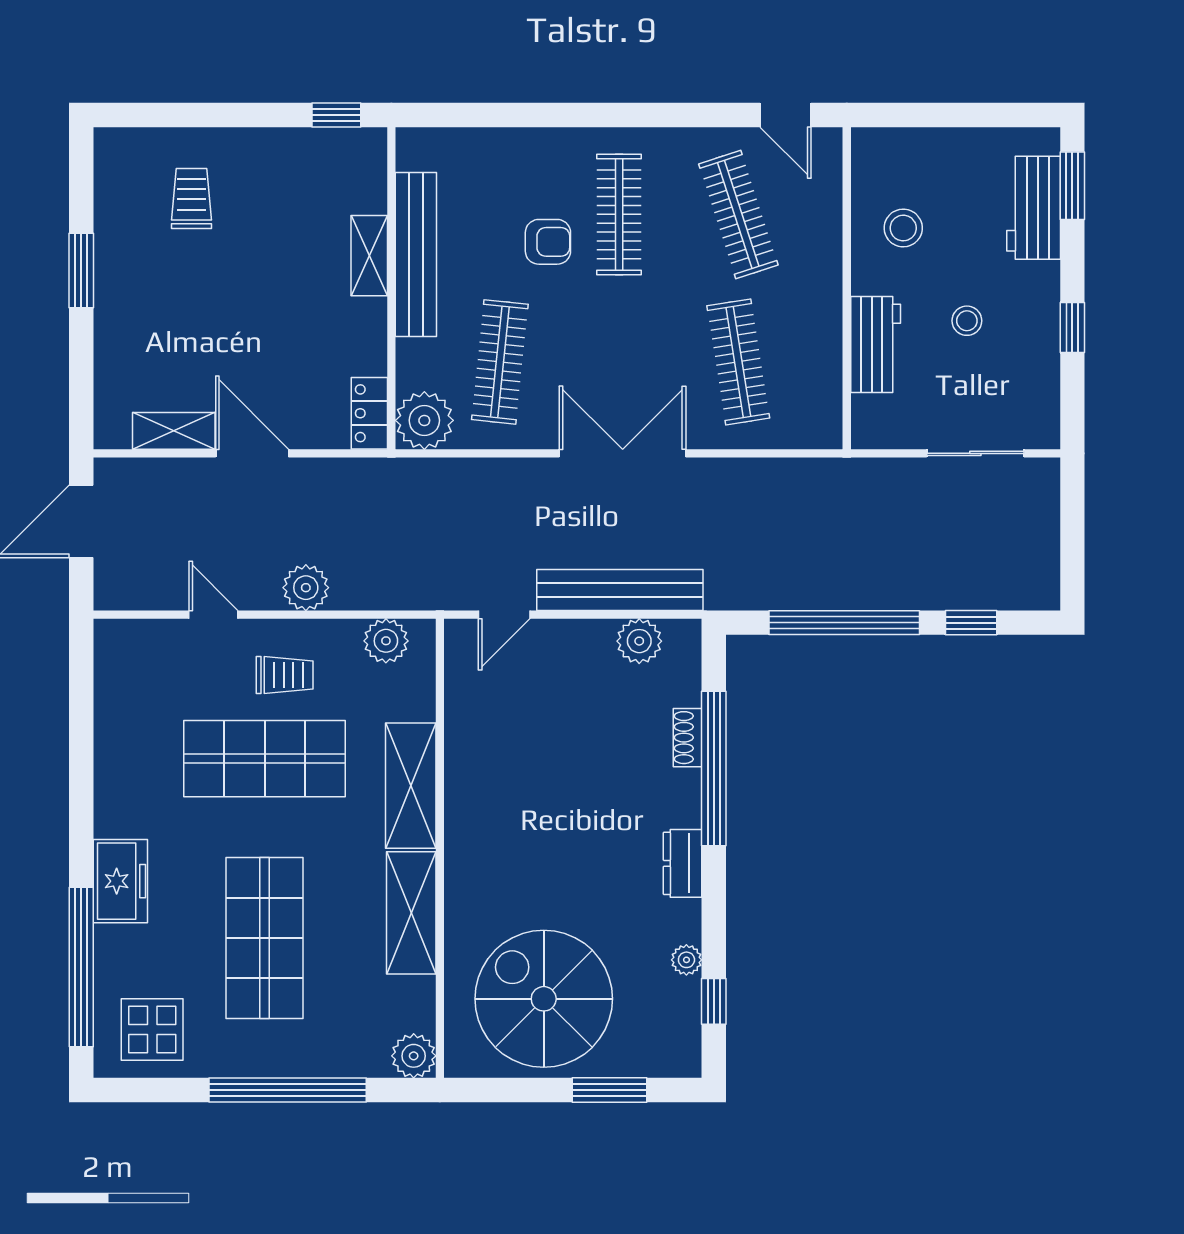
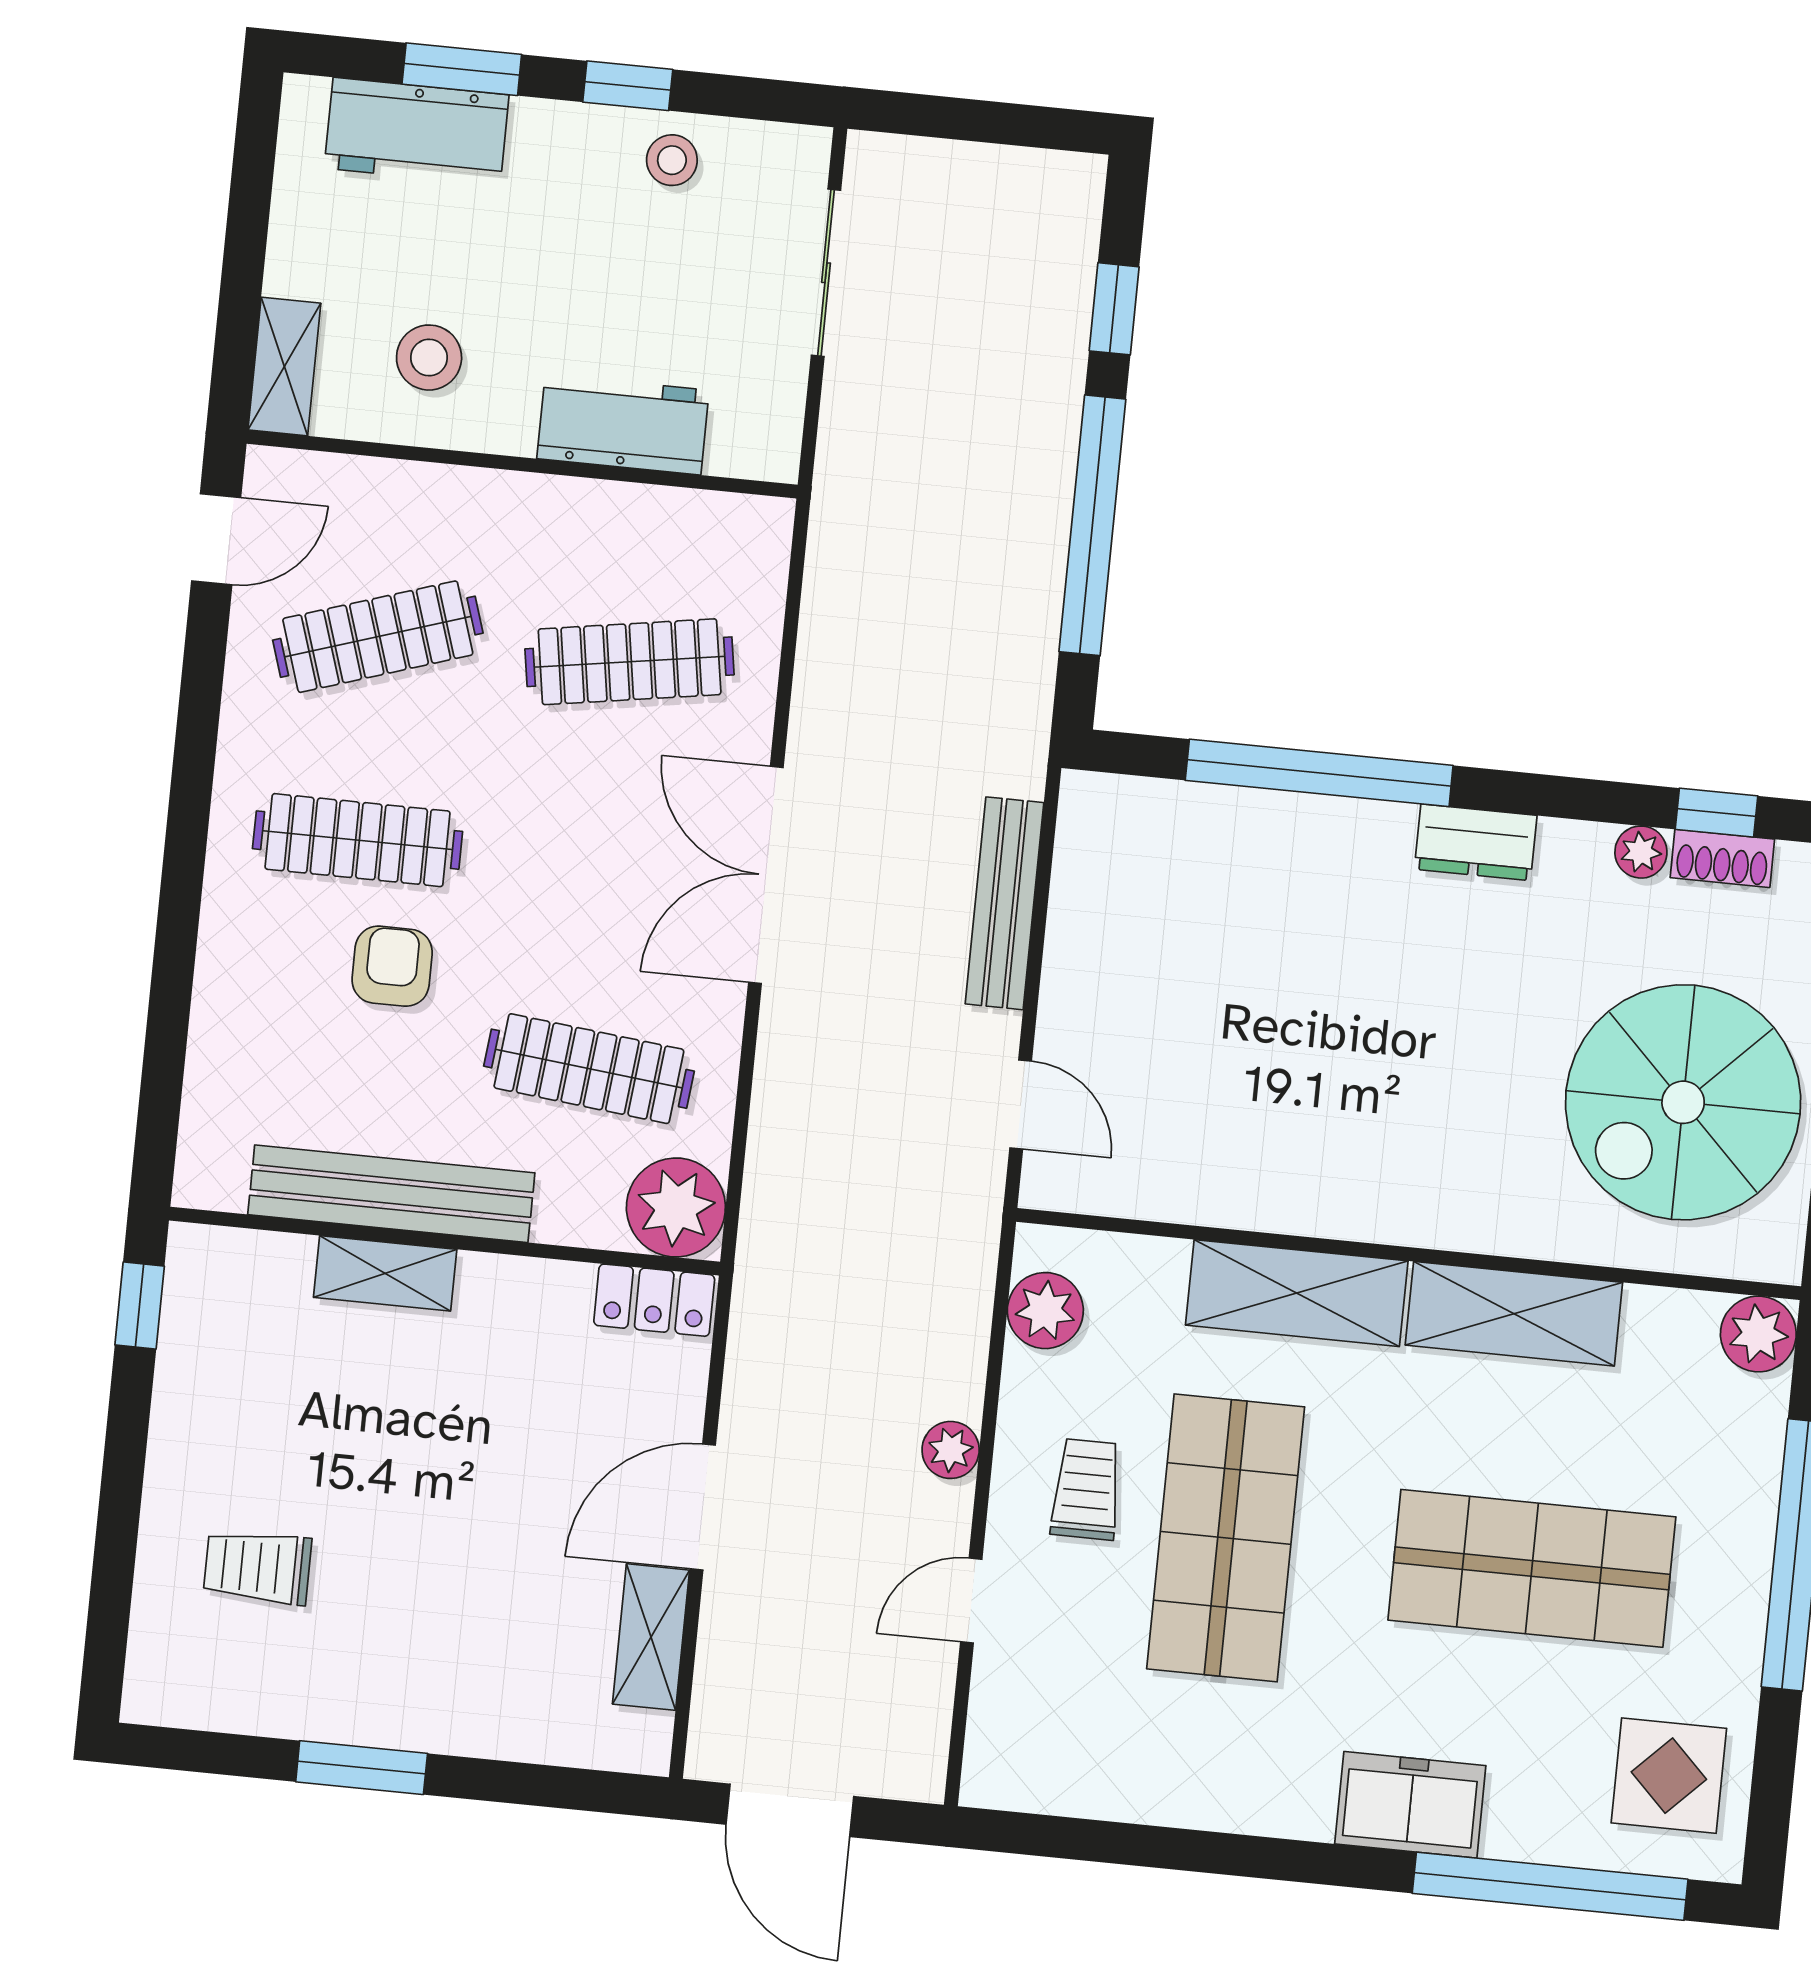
shelving: (890, 145) -> (284, 366), added
window: (1072, 186) -> (462, 69), moved
stool: (967, 321) -> (672, 160), moved
plant: (306, 588) -> (951, 1450), width x0.73, depth x0.73
bench: (620, 590) -> (1005, 903), width x0.73, depth x0.82
plant: (639, 641) -> (1089, 878), removed
shoe rack: (687, 738) -> (1722, 858), moved

